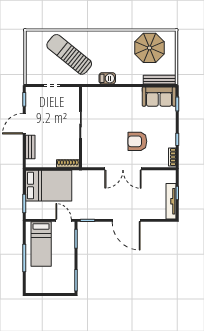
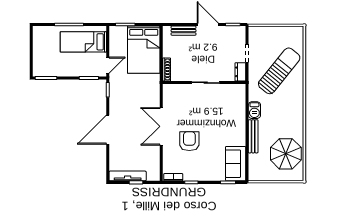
bench: (160, 80) -> (253, 136), moved
dresser: (70, 92) -> (240, 72), added

